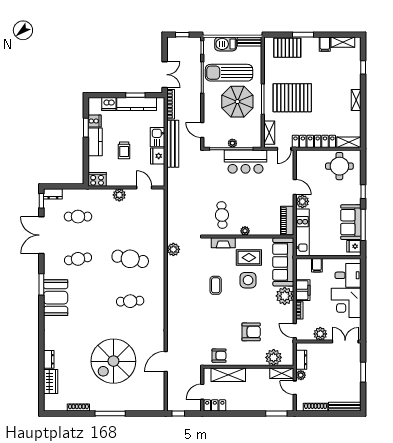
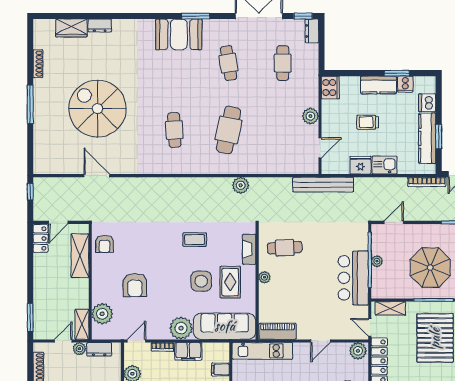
bench: (173, 144) -> (323, 185), moved
plant: (302, 201) -> (358, 351), moved
door: (202, 392) -> (58, 222), swing flipped

